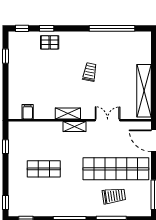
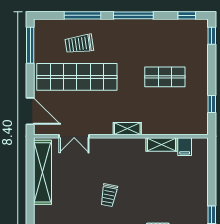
shelving: (68, 113) -> (162, 145), moved
double door: (108, 120) -> (74, 136), moved

